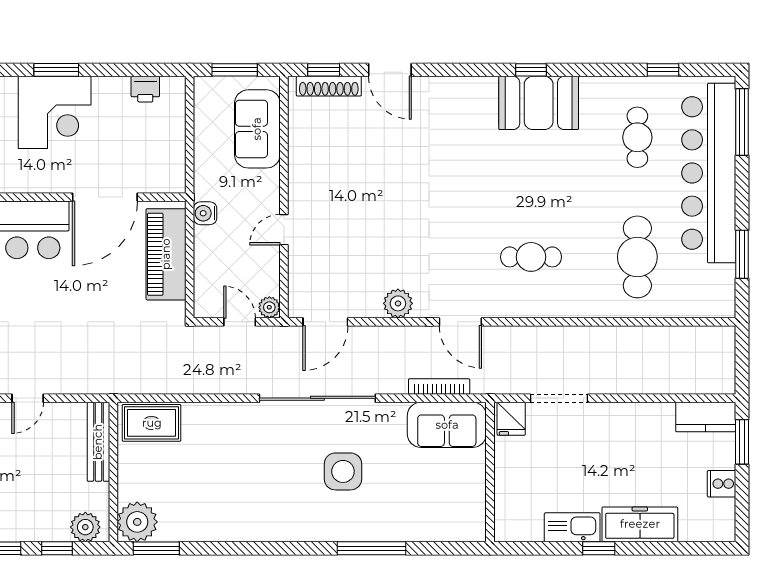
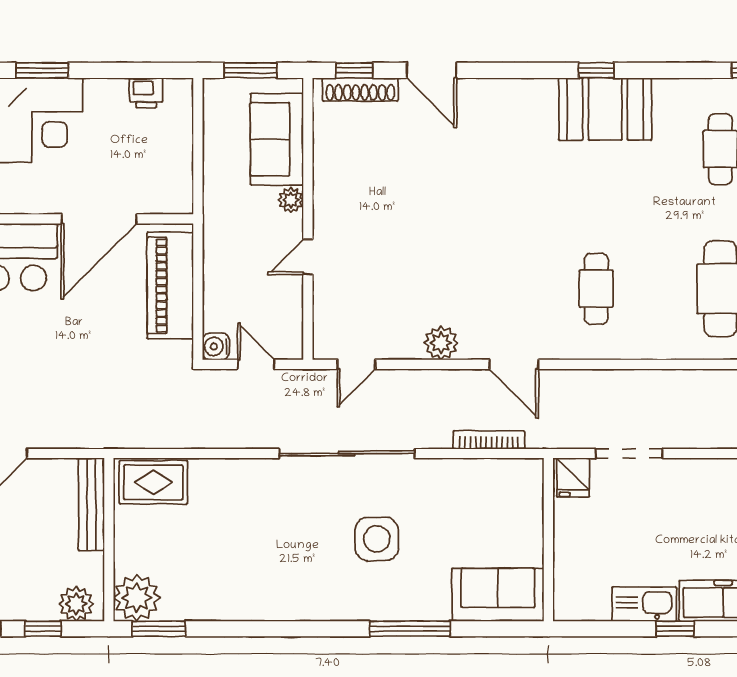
water cooler: (205, 213) -> (216, 346), moved
cafe table: (531, 257) -> (596, 289), turned 90
plant: (269, 307) -> (291, 200), moved
door: (325, 322) -> (356, 364), width x0.73
sofa: (447, 425) -> (498, 595), moved, turned 180

